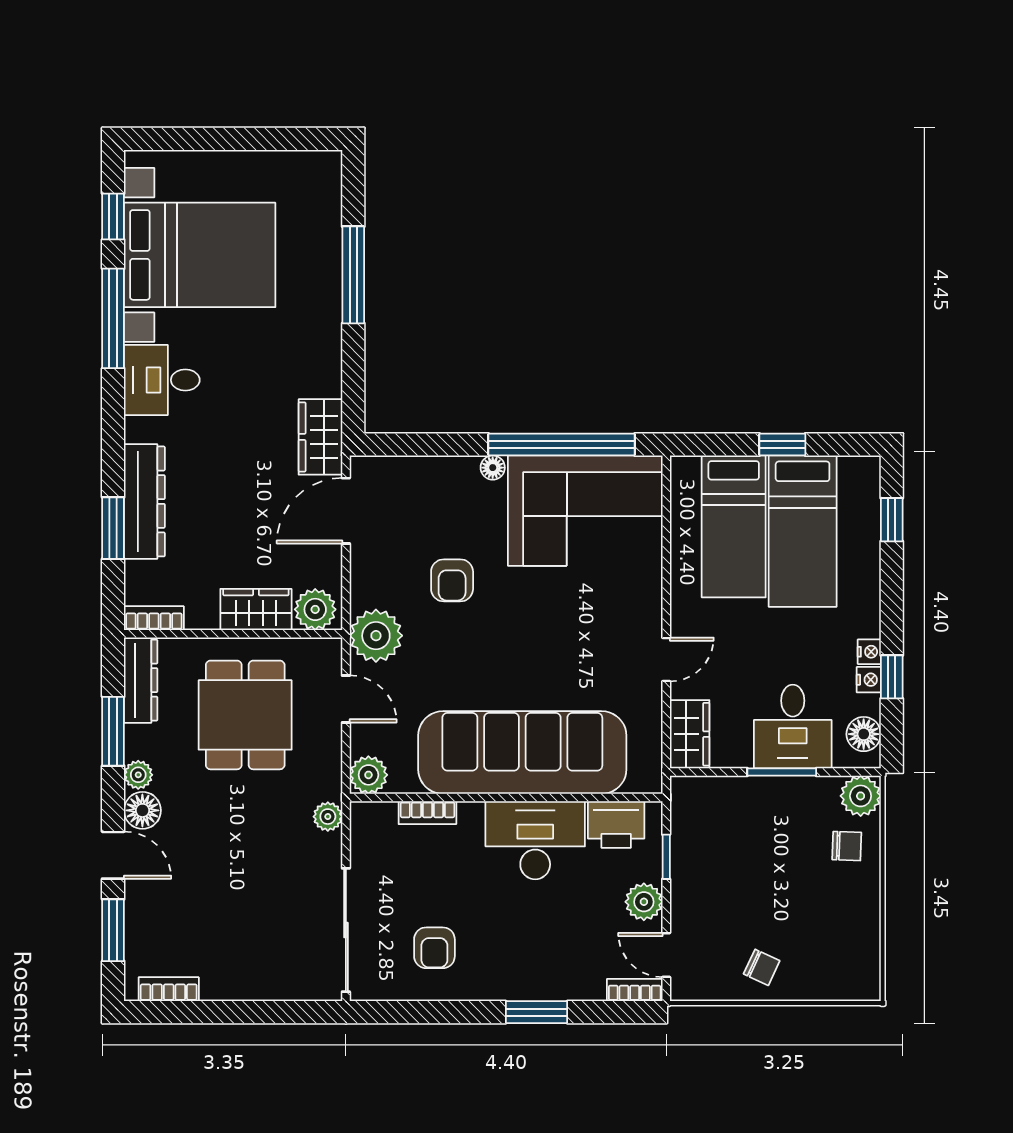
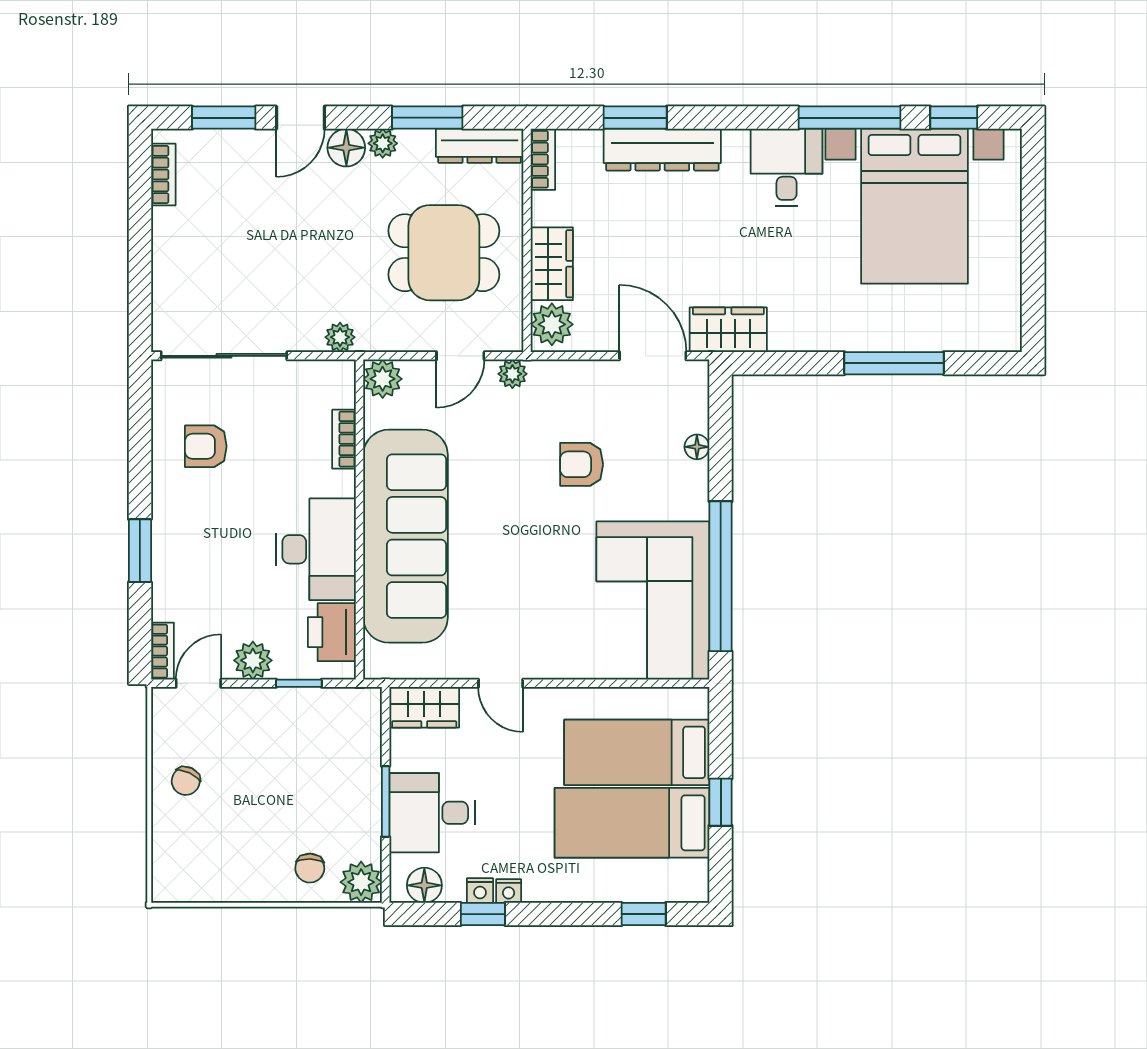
floor lamp: (493, 468) -> (697, 447), moved
plant: (376, 636) -> (512, 374), width x0.53, depth x0.53

